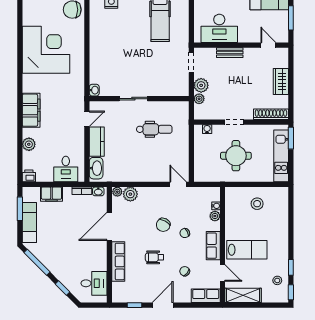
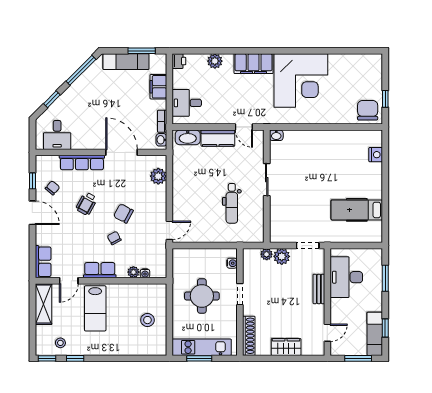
corner desk: (46, 50) -> (301, 80), moved
window: (291, 138) -> (199, 358), moved
plant: (117, 192) -> (161, 161), removed
wheelchair: (155, 257) -> (87, 204), turned -151
chair: (185, 271) -> (52, 188), moved

